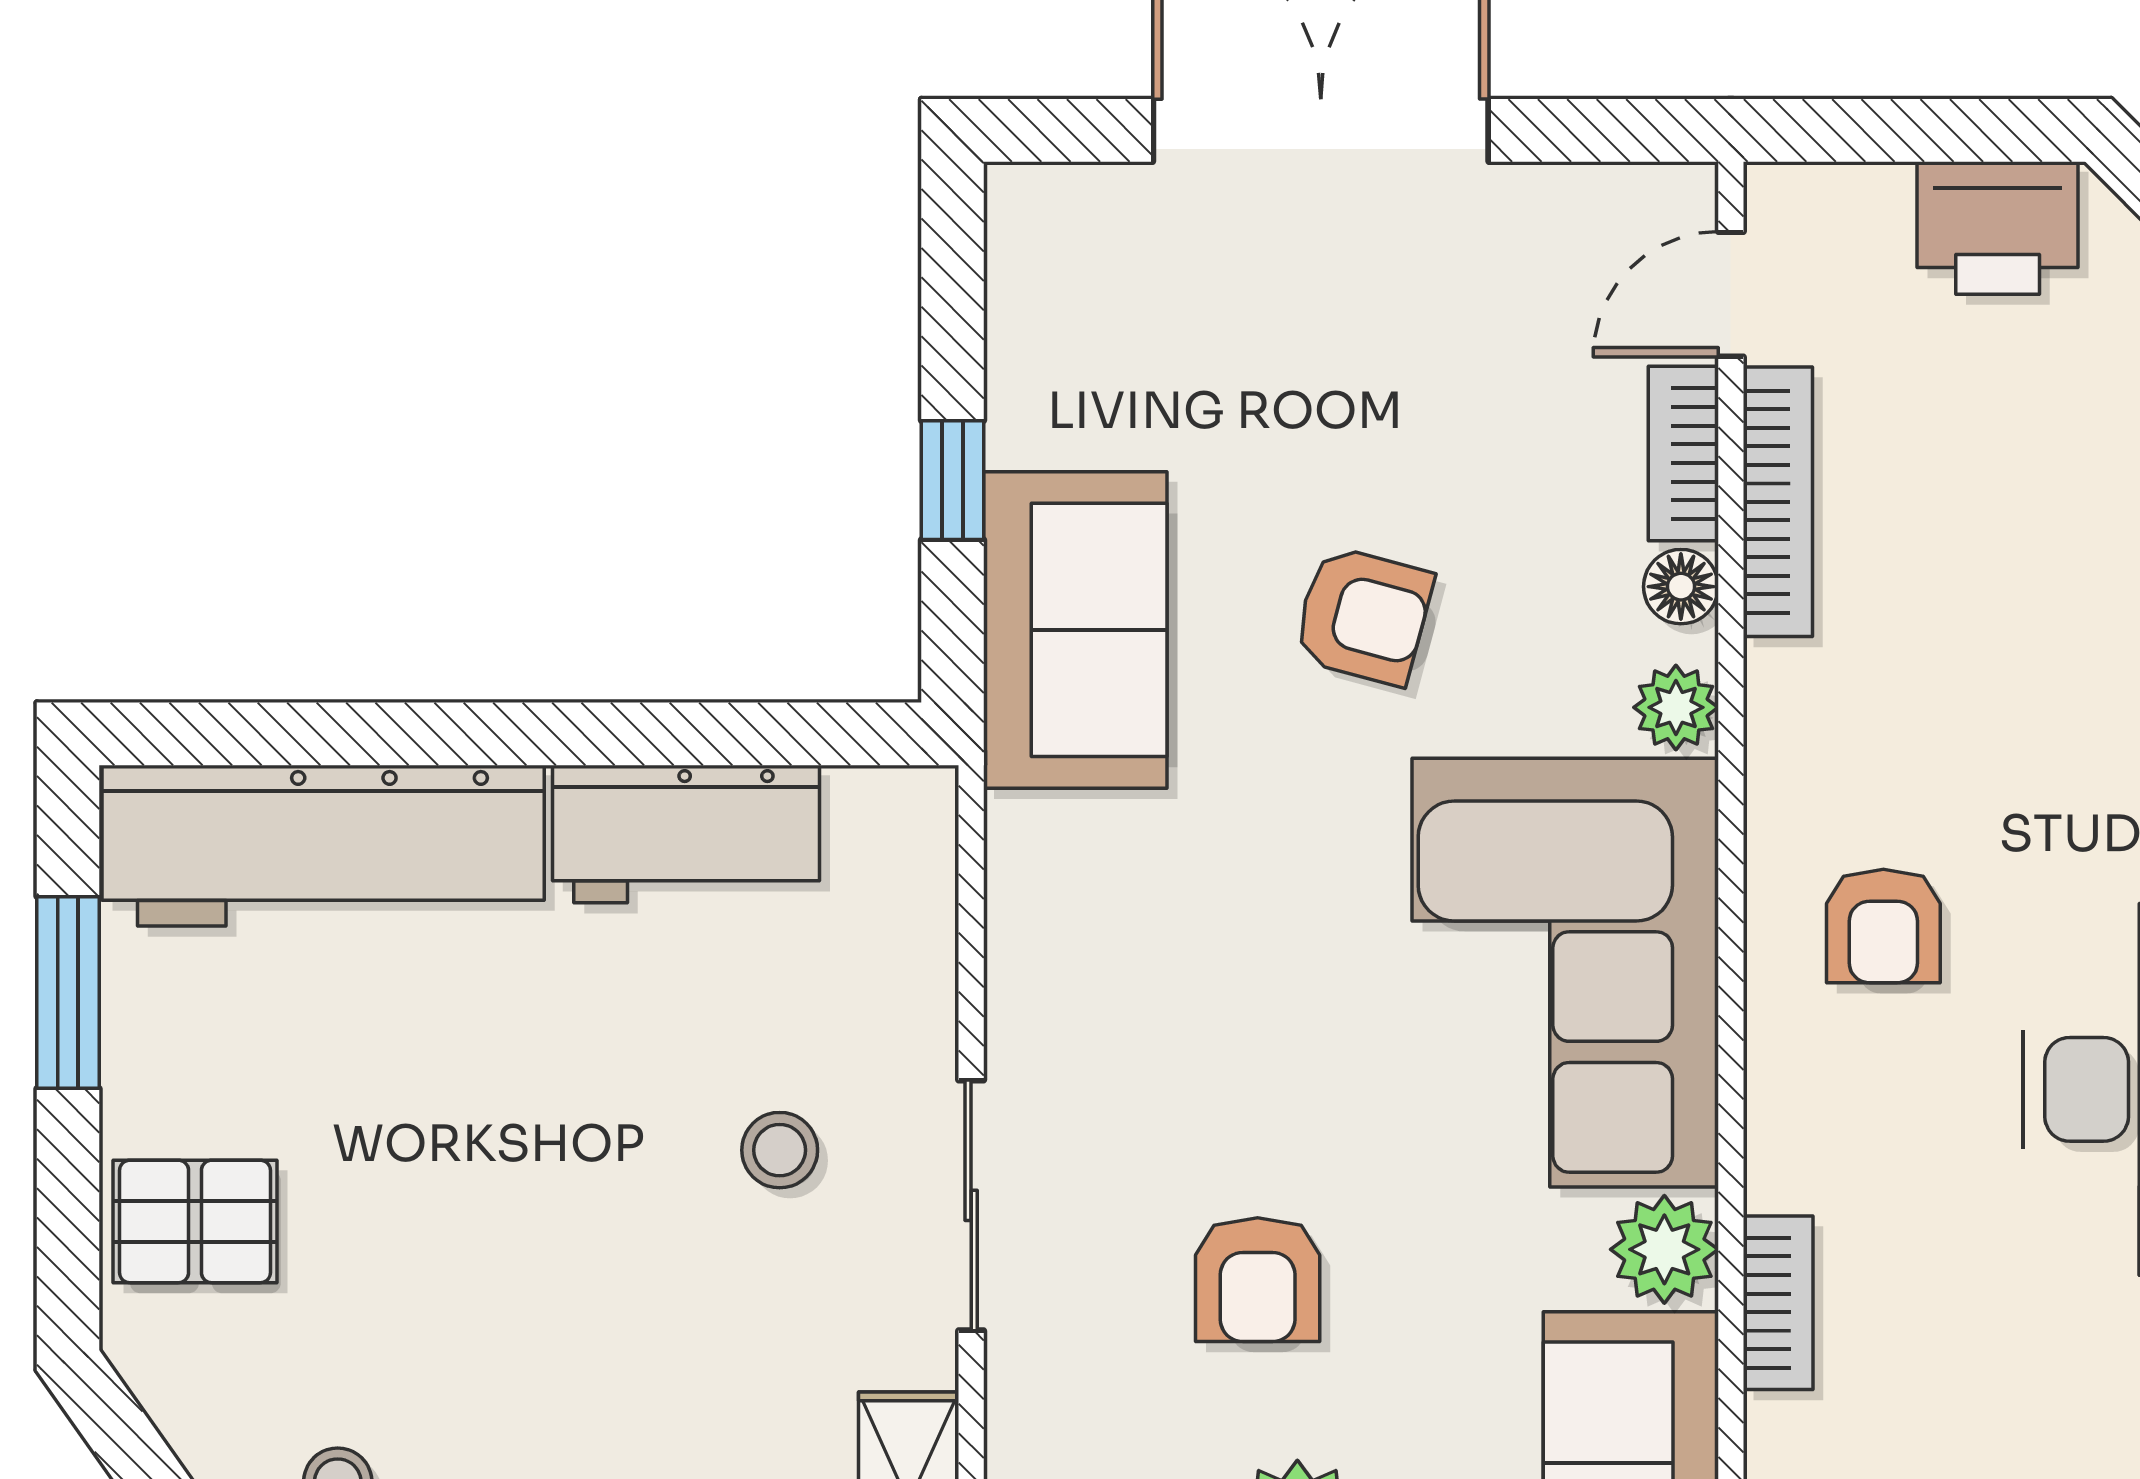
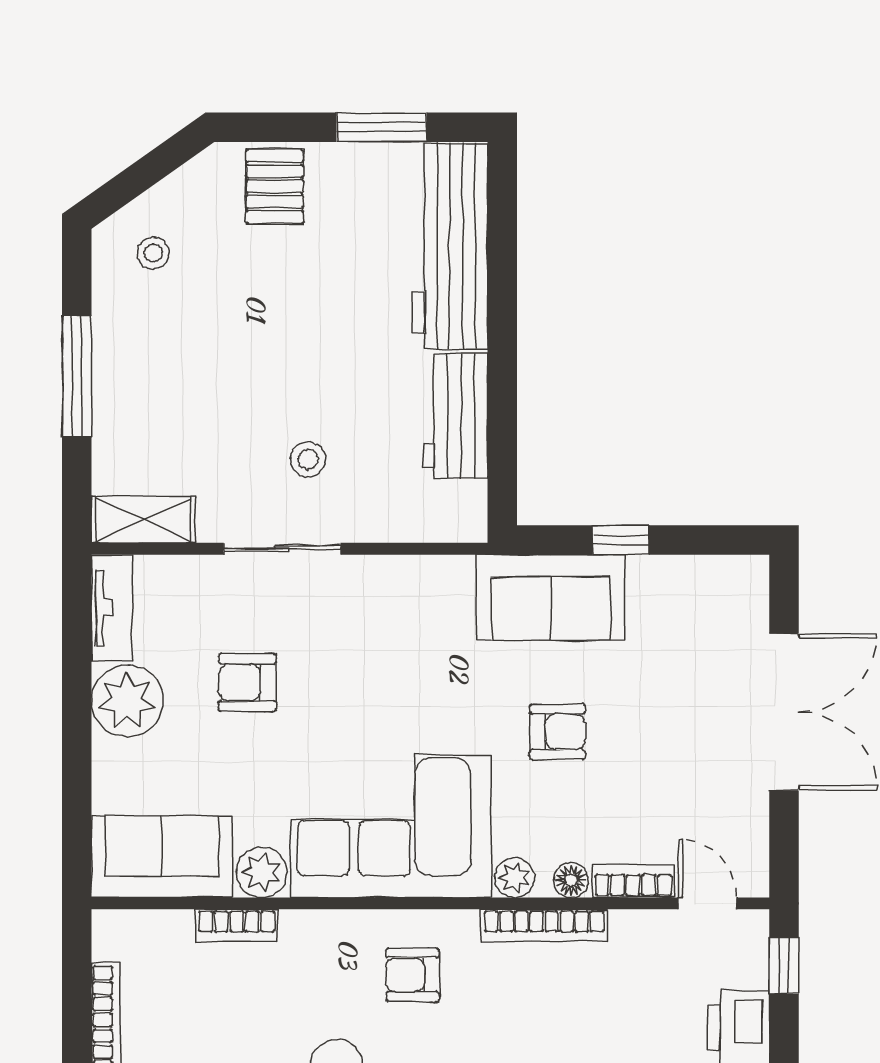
window: (1864, 130) -> (784, 966), added
bookcase: (1778, 502) -> (544, 925), moved
armchair: (1363, 616) -> (557, 732), turned -105

